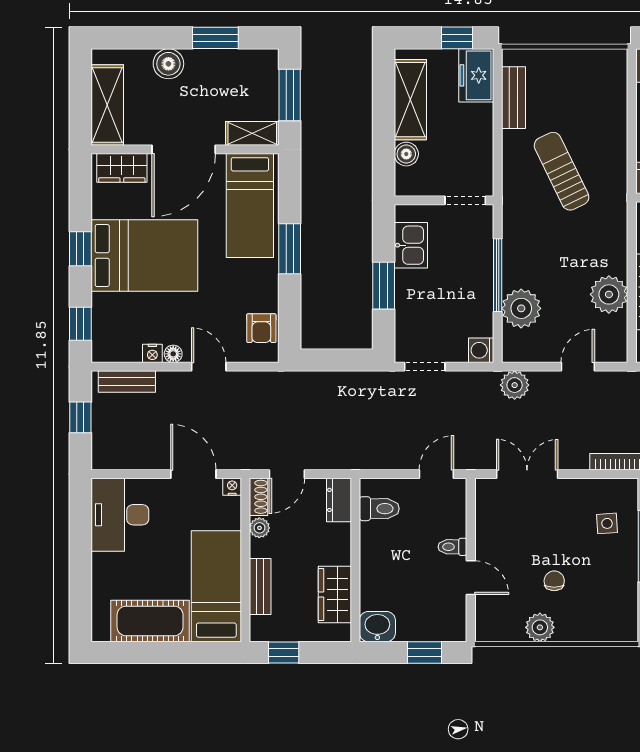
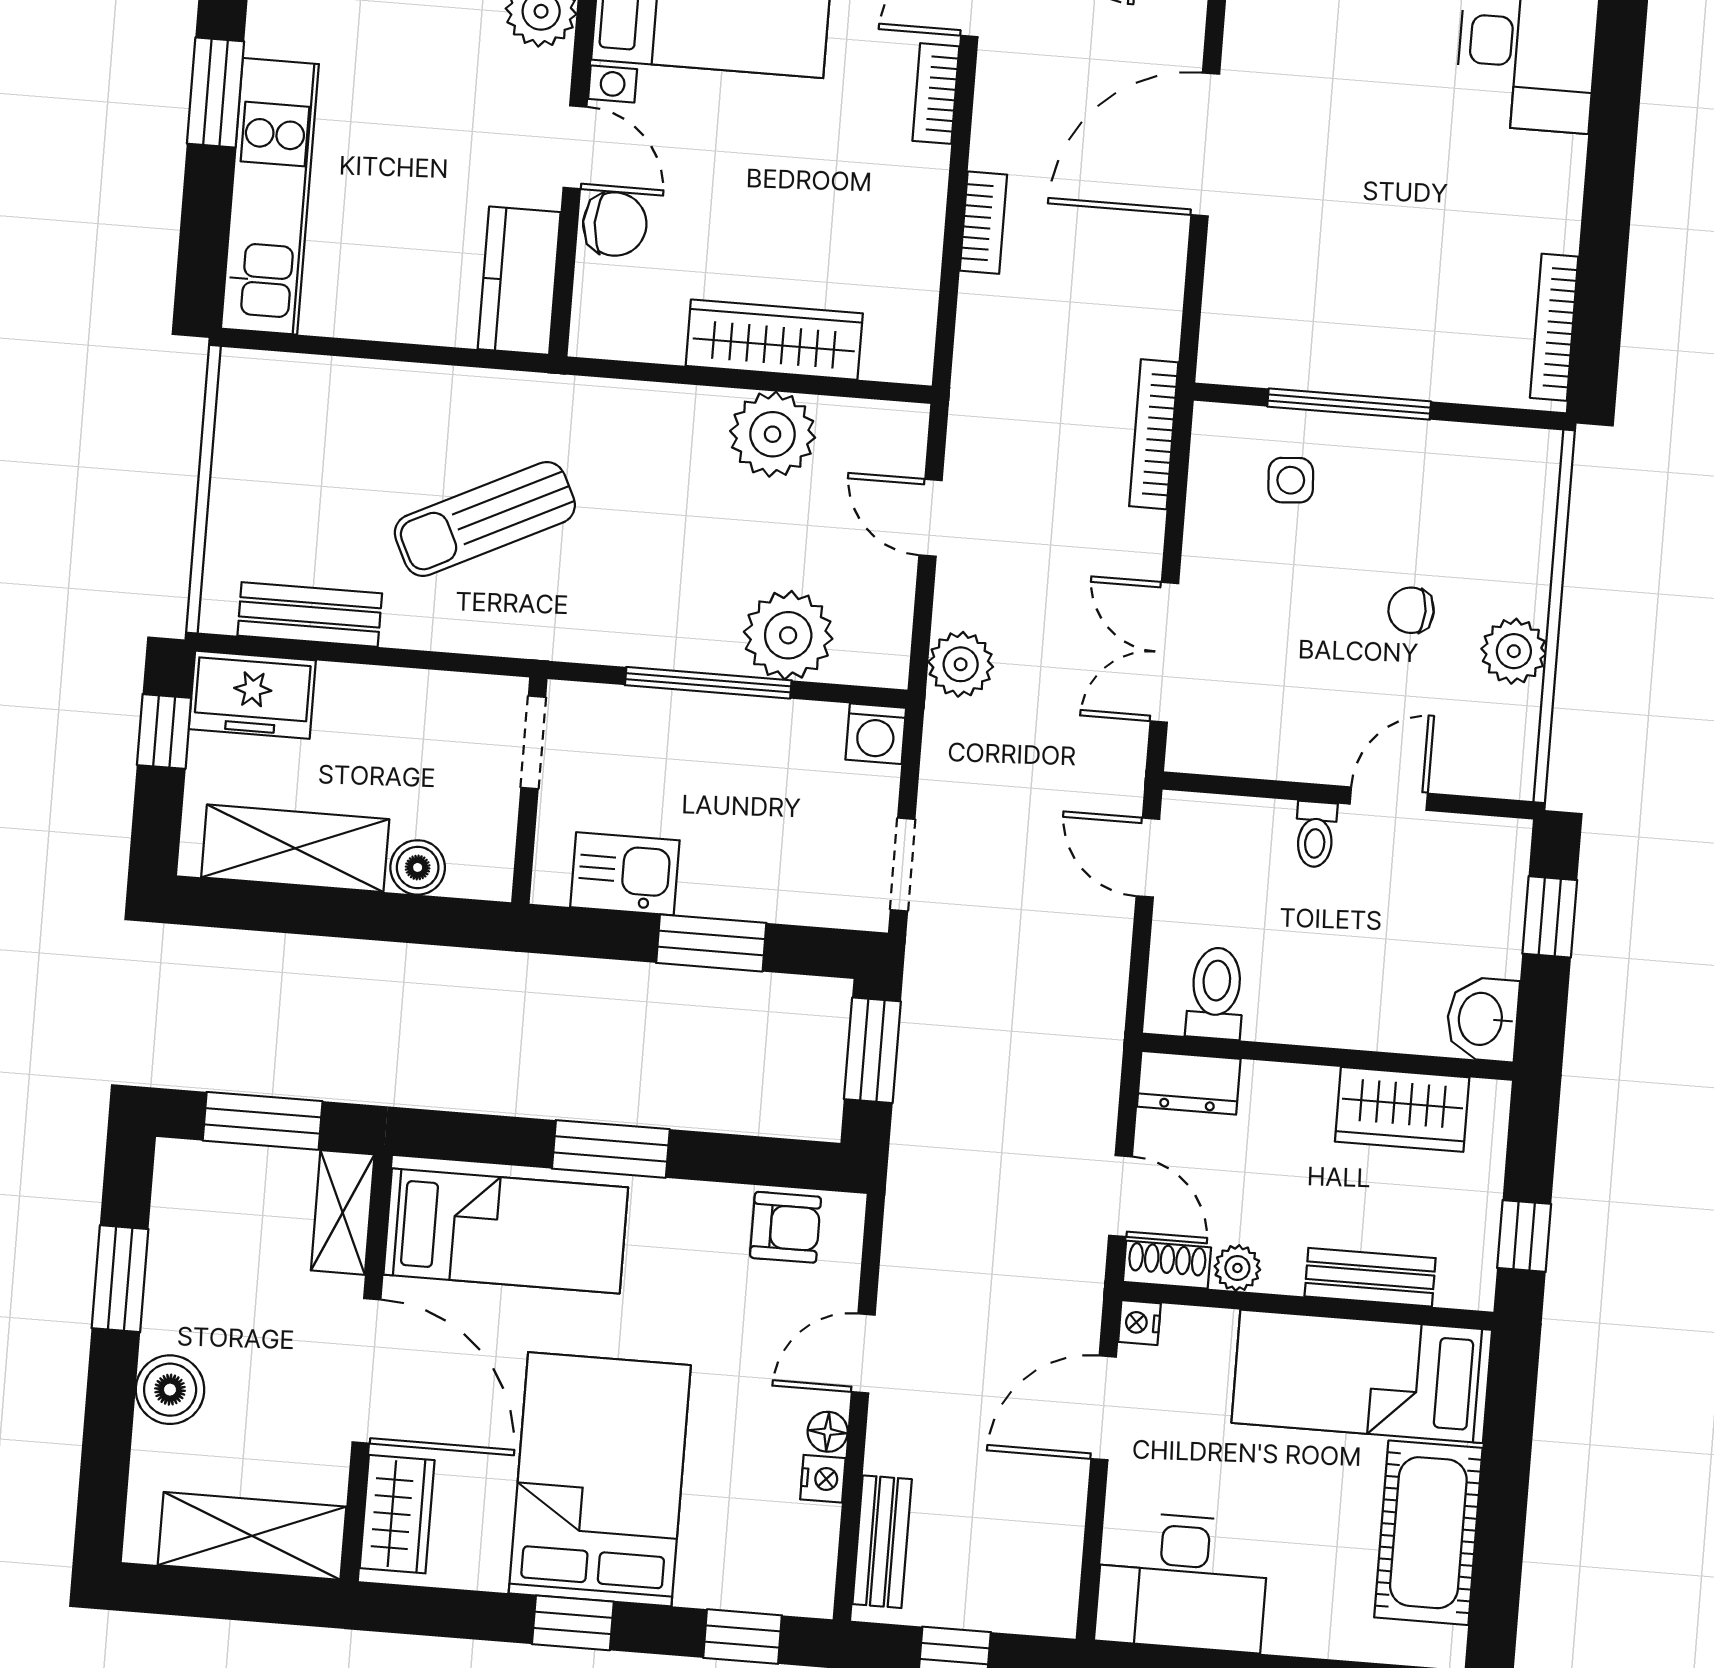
window: (342, 360) -> (872, 1050), added

